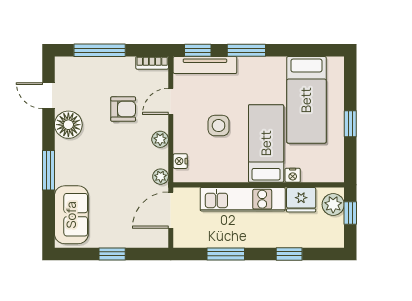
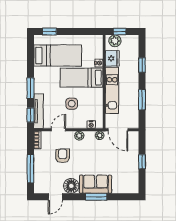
door: (171, 101) -> (58, 130), swing flipped
window: (350, 124) -> (49, 31), moved
sofa: (71, 215) -> (96, 184), moved

